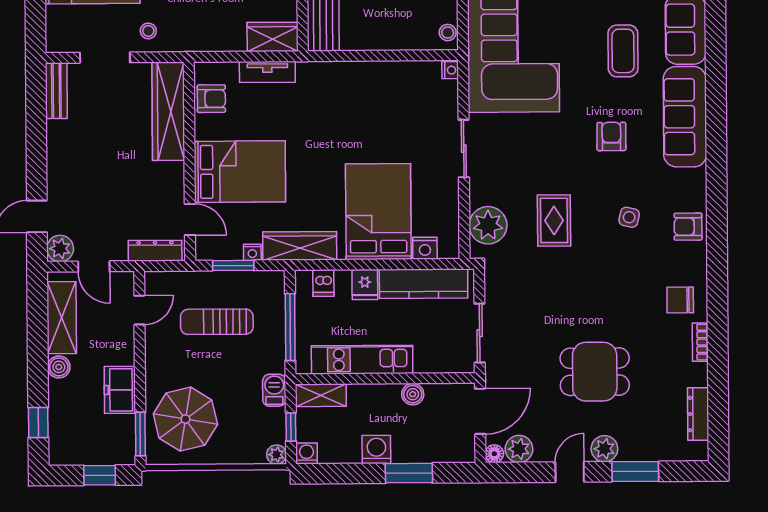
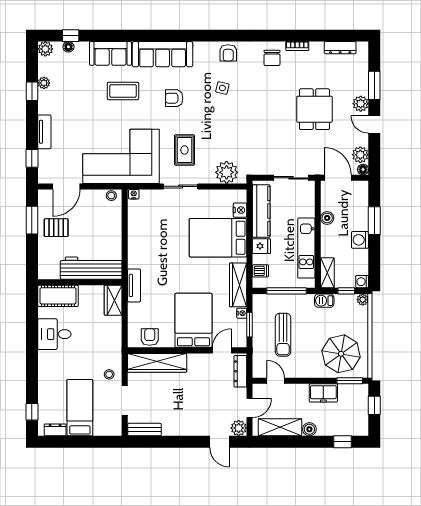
tv unit: (267, 72) -> (134, 285), moved
rug: (554, 220) -> (184, 150), moved, turned 90

